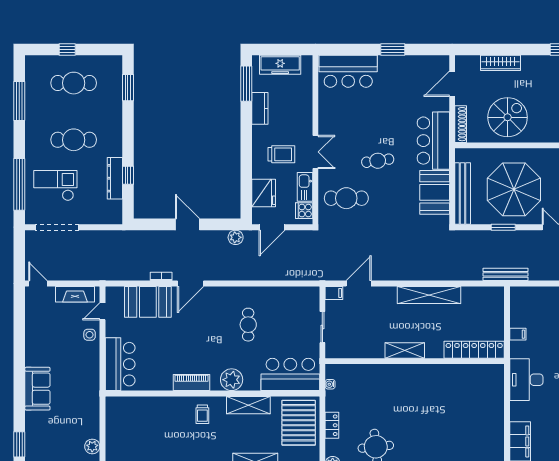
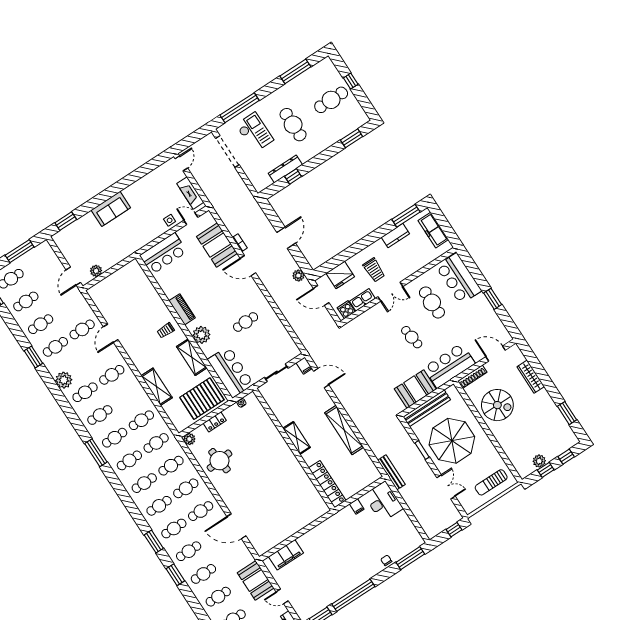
cafe table: (74, 83) -> (331, 100), turned 90
cafe table: (346, 198) -> (432, 302), moved
desk: (526, 380) -> (383, 502), moved, turned 90

